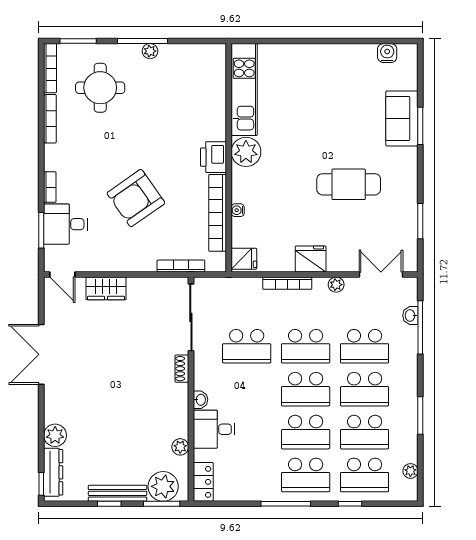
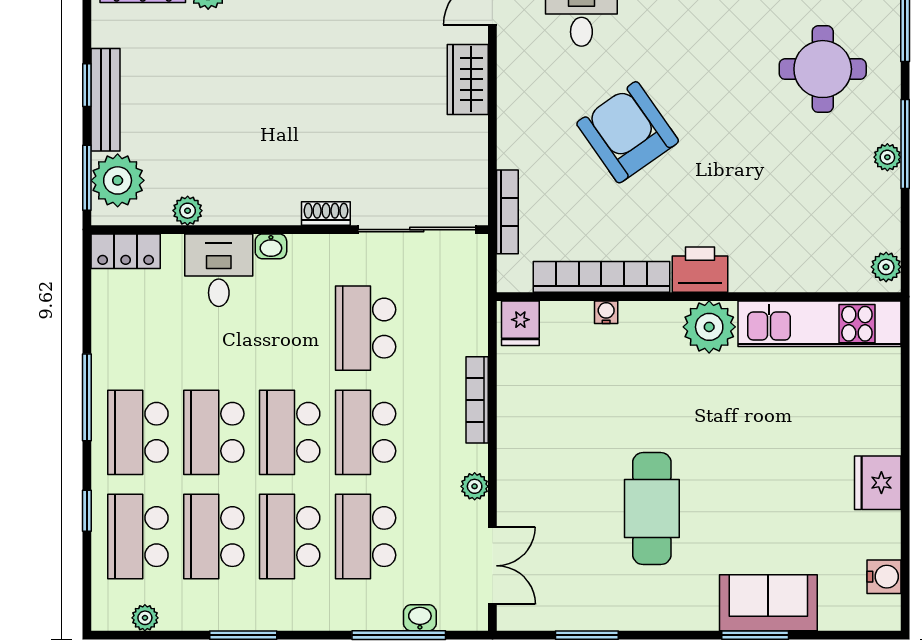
plant: (212, 52) -> (886, 267), added
fridge: (311, 259) -> (878, 483), moved, turned 180

